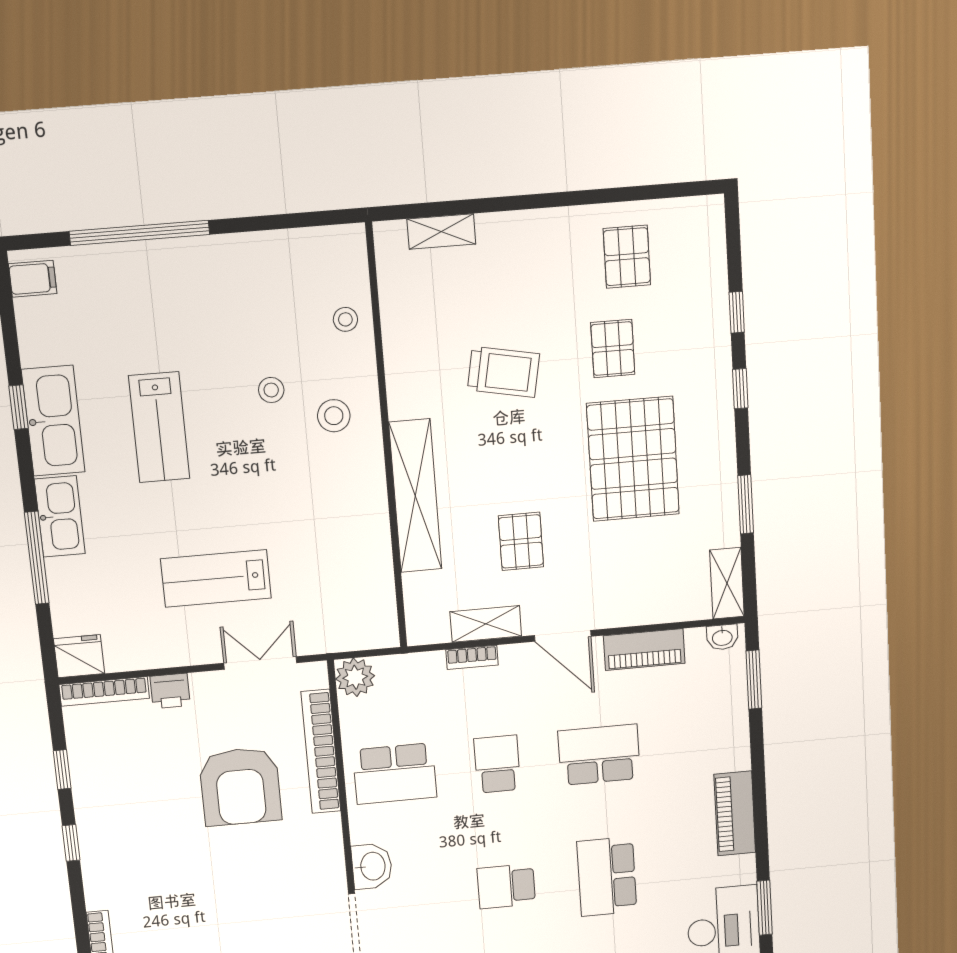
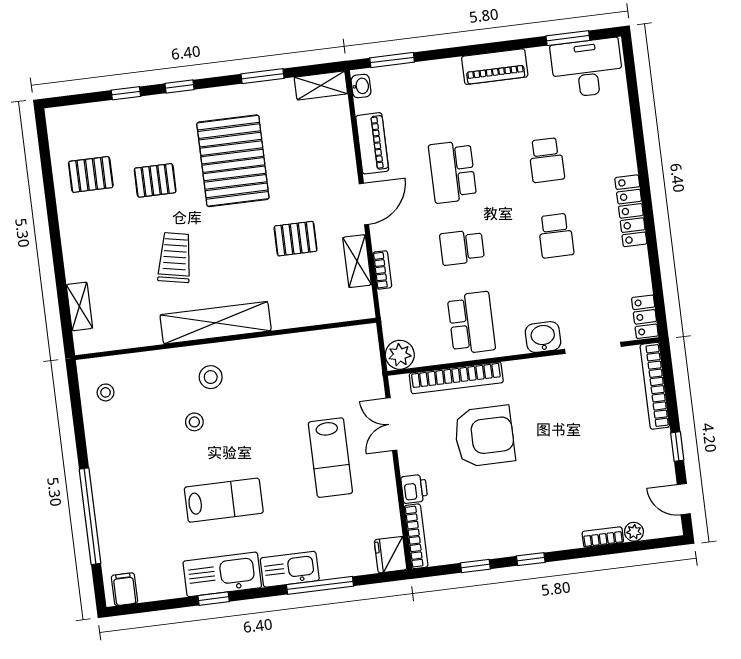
stool: (345, 319) -> (106, 392), moved
pallet: (633, 459) -> (233, 161), turned 90
shelving: (415, 496) -> (216, 323), moved
school desk: (607, 877) -> (546, 160), width x0.54

